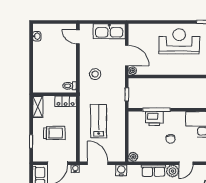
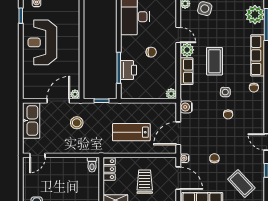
stool: (95, 74) -> (77, 123), moved

